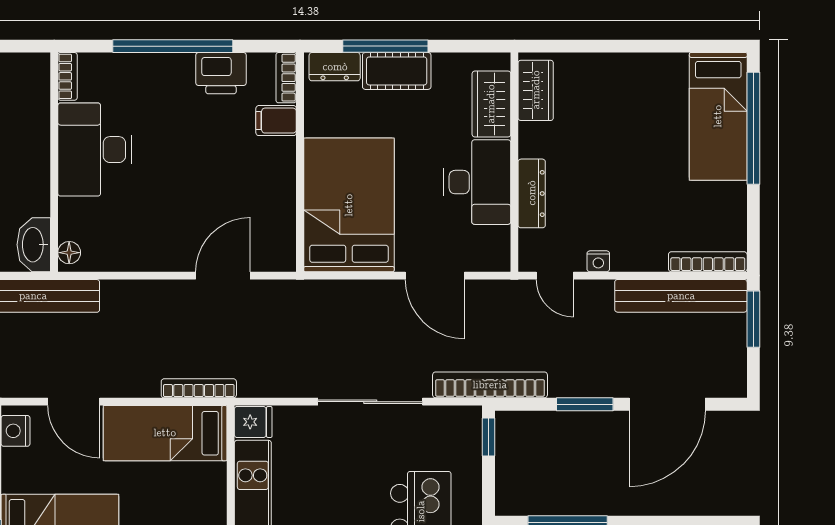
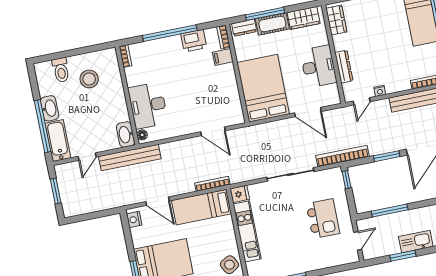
wardrobe: (491, 104) -> (304, 18), moved, turned -90
desk: (95, 150) -> (148, 105), moved
door: (223, 276) -> (213, 131), swing flipped
door: (555, 276) -> (362, 101), hinge flipped

